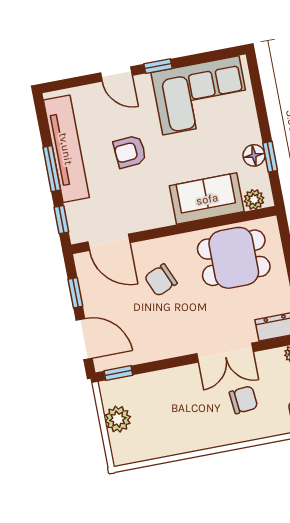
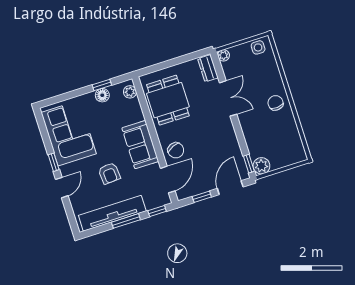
sofa: (207, 199) -> (140, 145), moved
chair: (161, 280) -> (176, 150), moved
chair: (243, 400) -> (276, 103), moved
plant: (118, 419) -> (261, 166), moved

